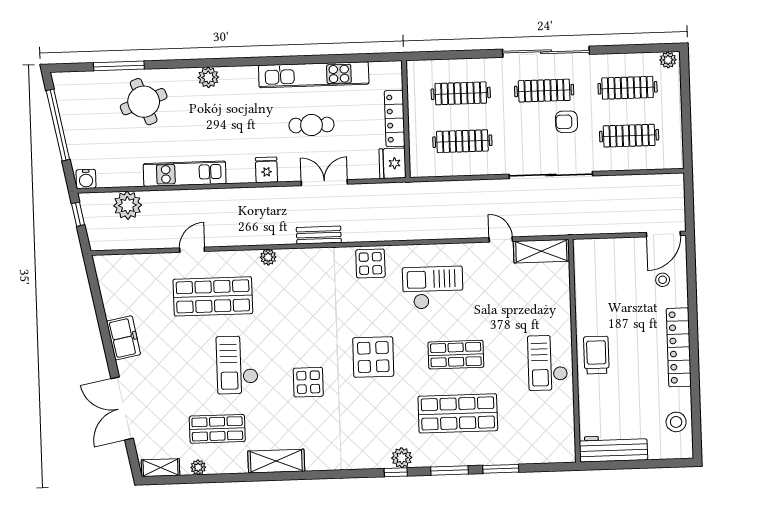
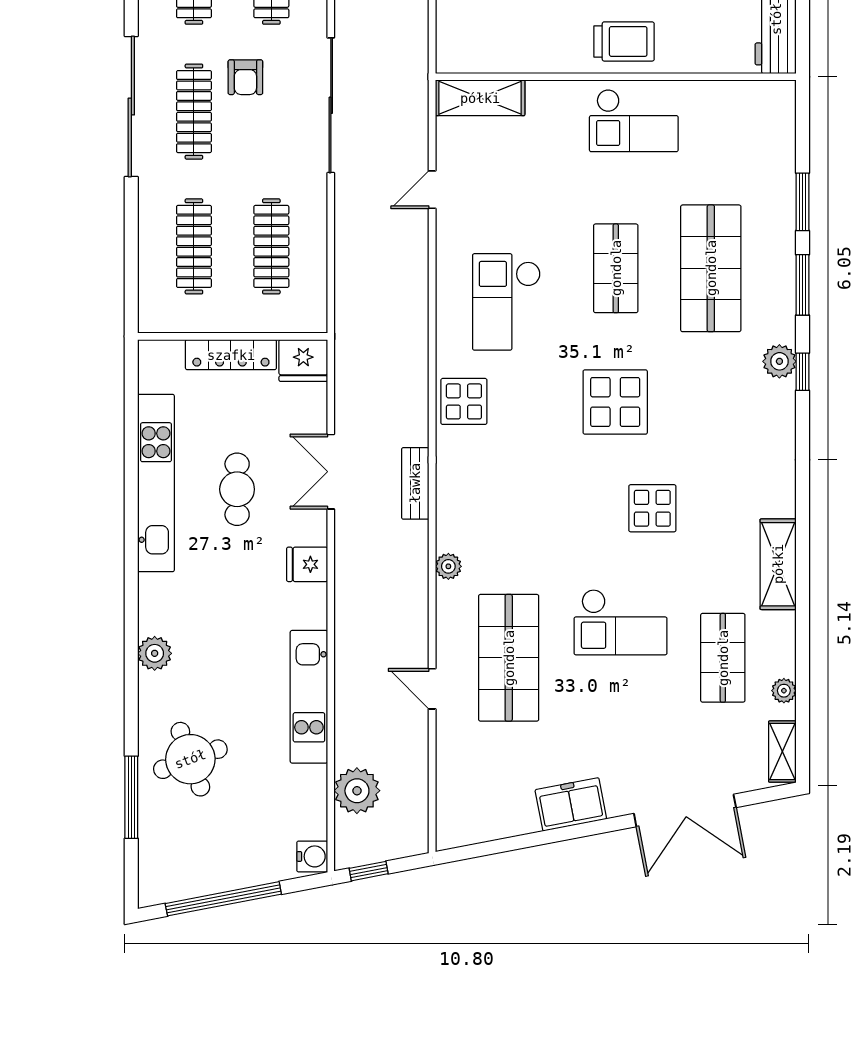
shelving: (541, 251) -> (480, 98), moved, turned 90
trolley: (596, 355) -> (624, 41), turned 180

